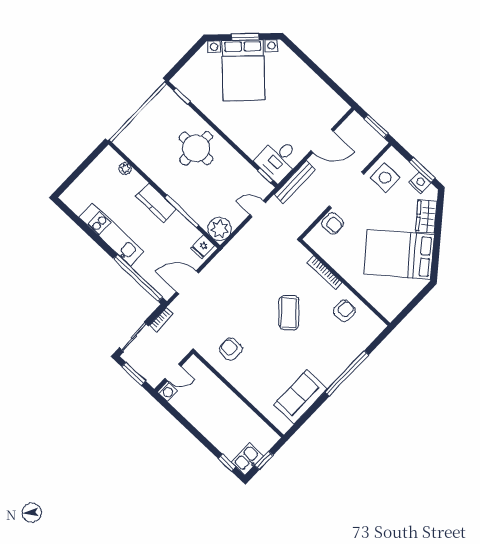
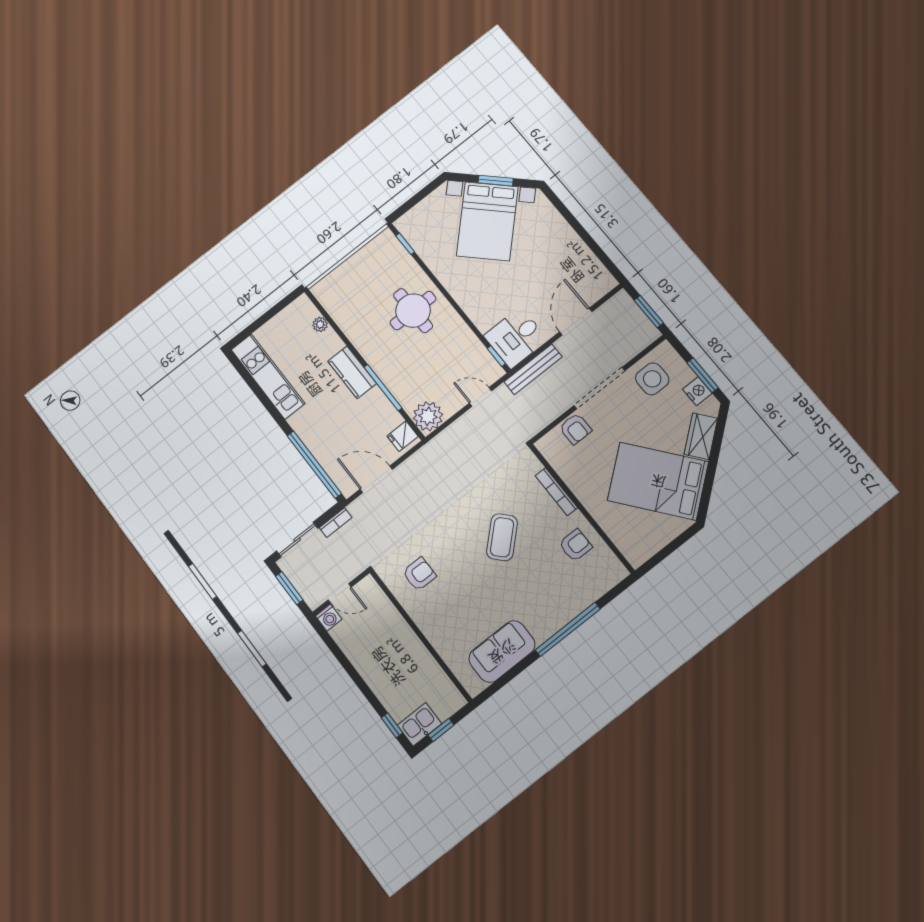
door: (322, 141) -> (576, 322), swing flipped
kitchen unit: (111, 234) -> (268, 376), moved
armchair: (231, 349) -> (419, 574), turned 90

